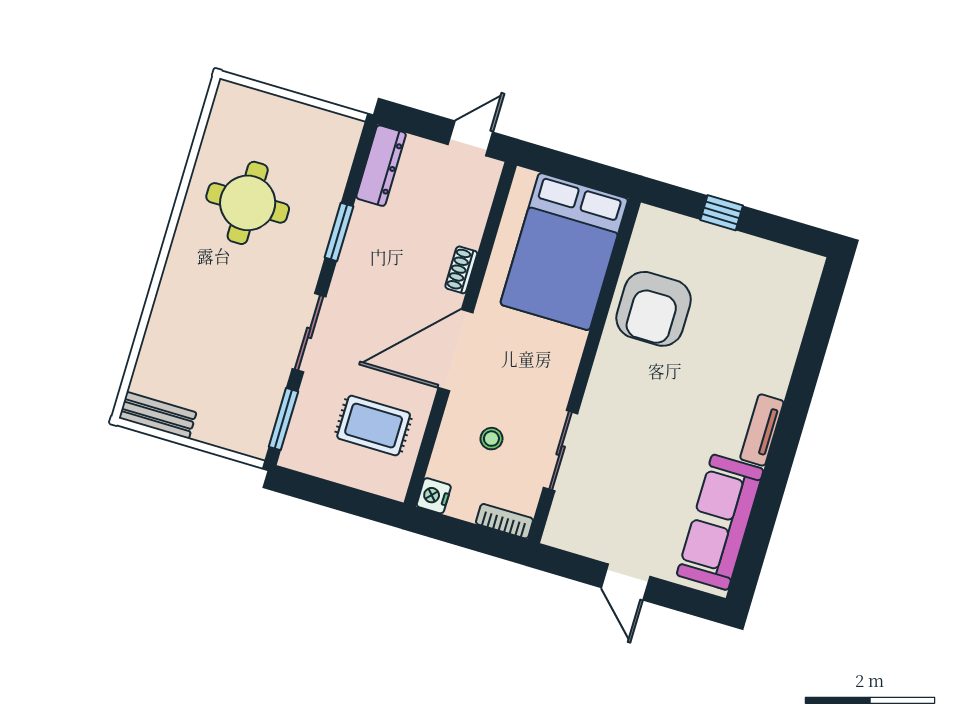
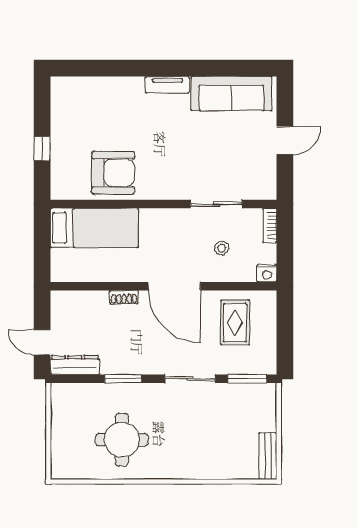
door: (470, 138) -> (42, 342), moved
bed: (564, 252) -> (94, 228), width x0.67

